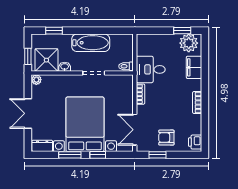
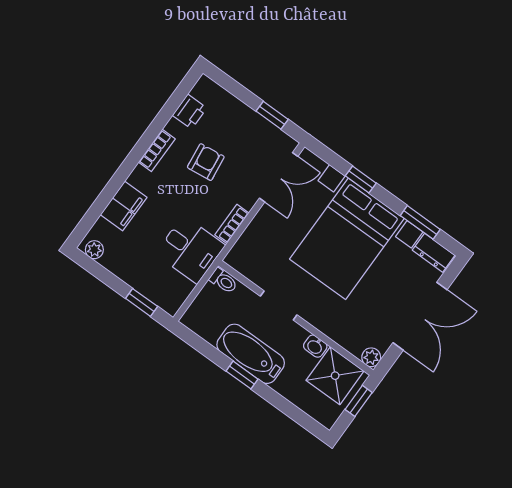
window: (54, 31) -> (242, 375), moved
window: (182, 31) -> (142, 302), moved
plant: (189, 43) -> (94, 250), width x0.53, depth x0.53
double door: (28, 113) -> (420, 316), width x1.37
armchair: (166, 138) -> (206, 162), moved, turned -97
printer: (195, 142) -> (190, 112), moved
window: (70, 155) -> (420, 222), moved

